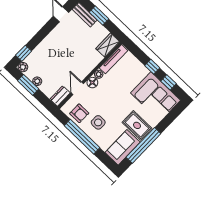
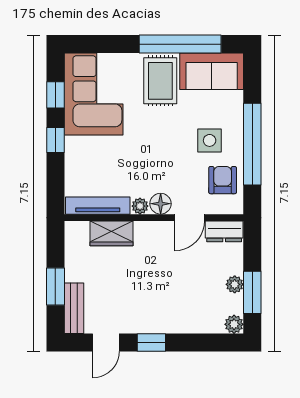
wardrobe: (108, 45) -> (111, 233), moved
window: (24, 53) -> (151, 343), moved

